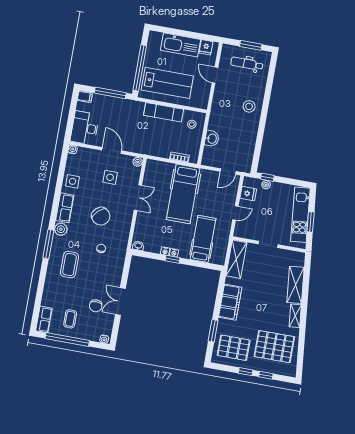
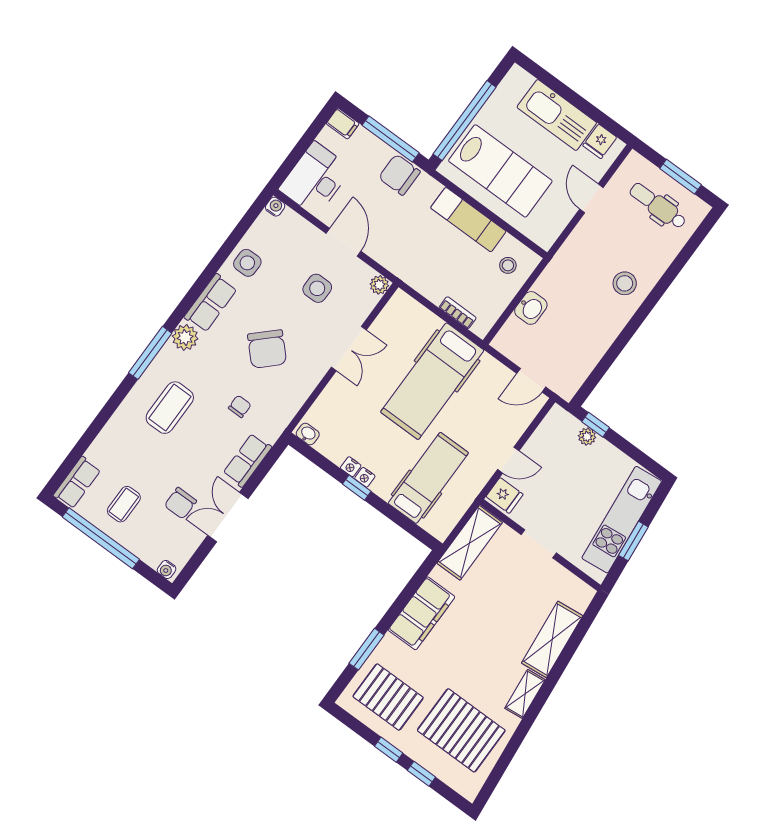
chair: (122, 107) -> (399, 175), added
fridge: (248, 194) -> (505, 495), moved
row of seats: (117, 271) -> (247, 460), added

